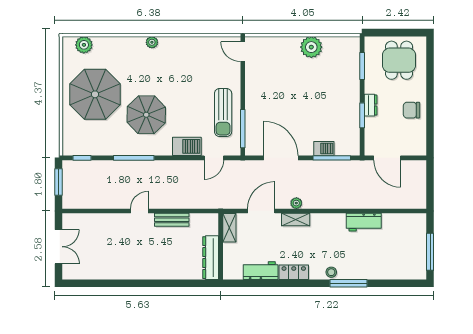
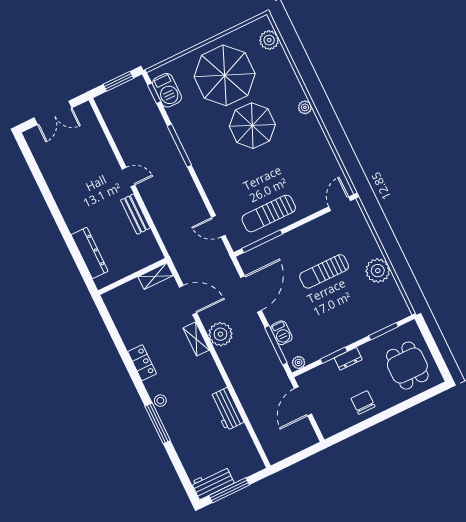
dining table: (399, 60) -> (407, 366), turned 90
sun lounger: (291, 91) -> (324, 271), added
parasol: (146, 115) -> (252, 126), moved
barbecue: (187, 146) -> (167, 90), moved
plant: (354, 146) -> (299, 362), added
plant: (296, 203) -> (220, 334), width x1.87, depth x1.87
dresser: (211, 258) -> (90, 253), moved, turned 90
workbench: (261, 271) -> (213, 483), moved, turned -90

